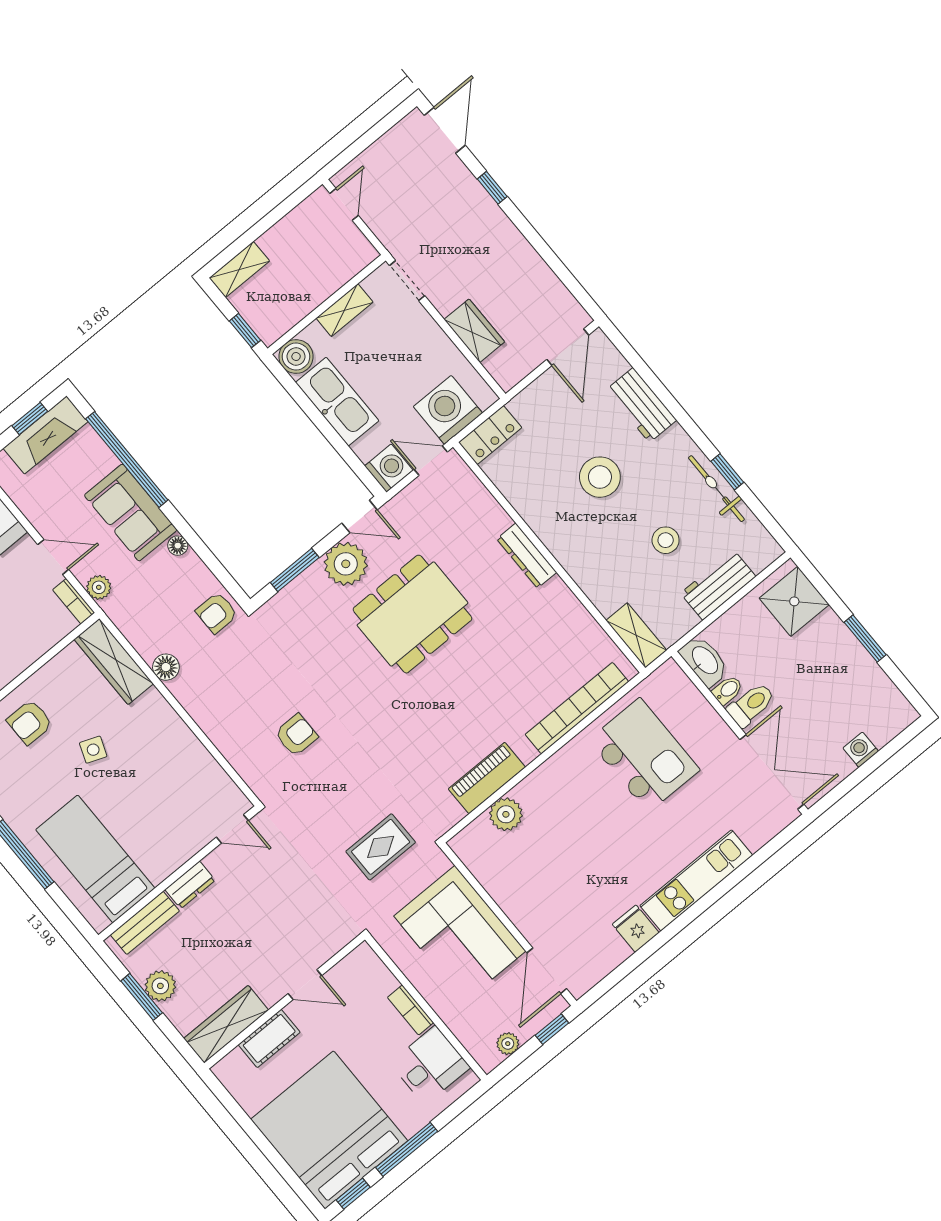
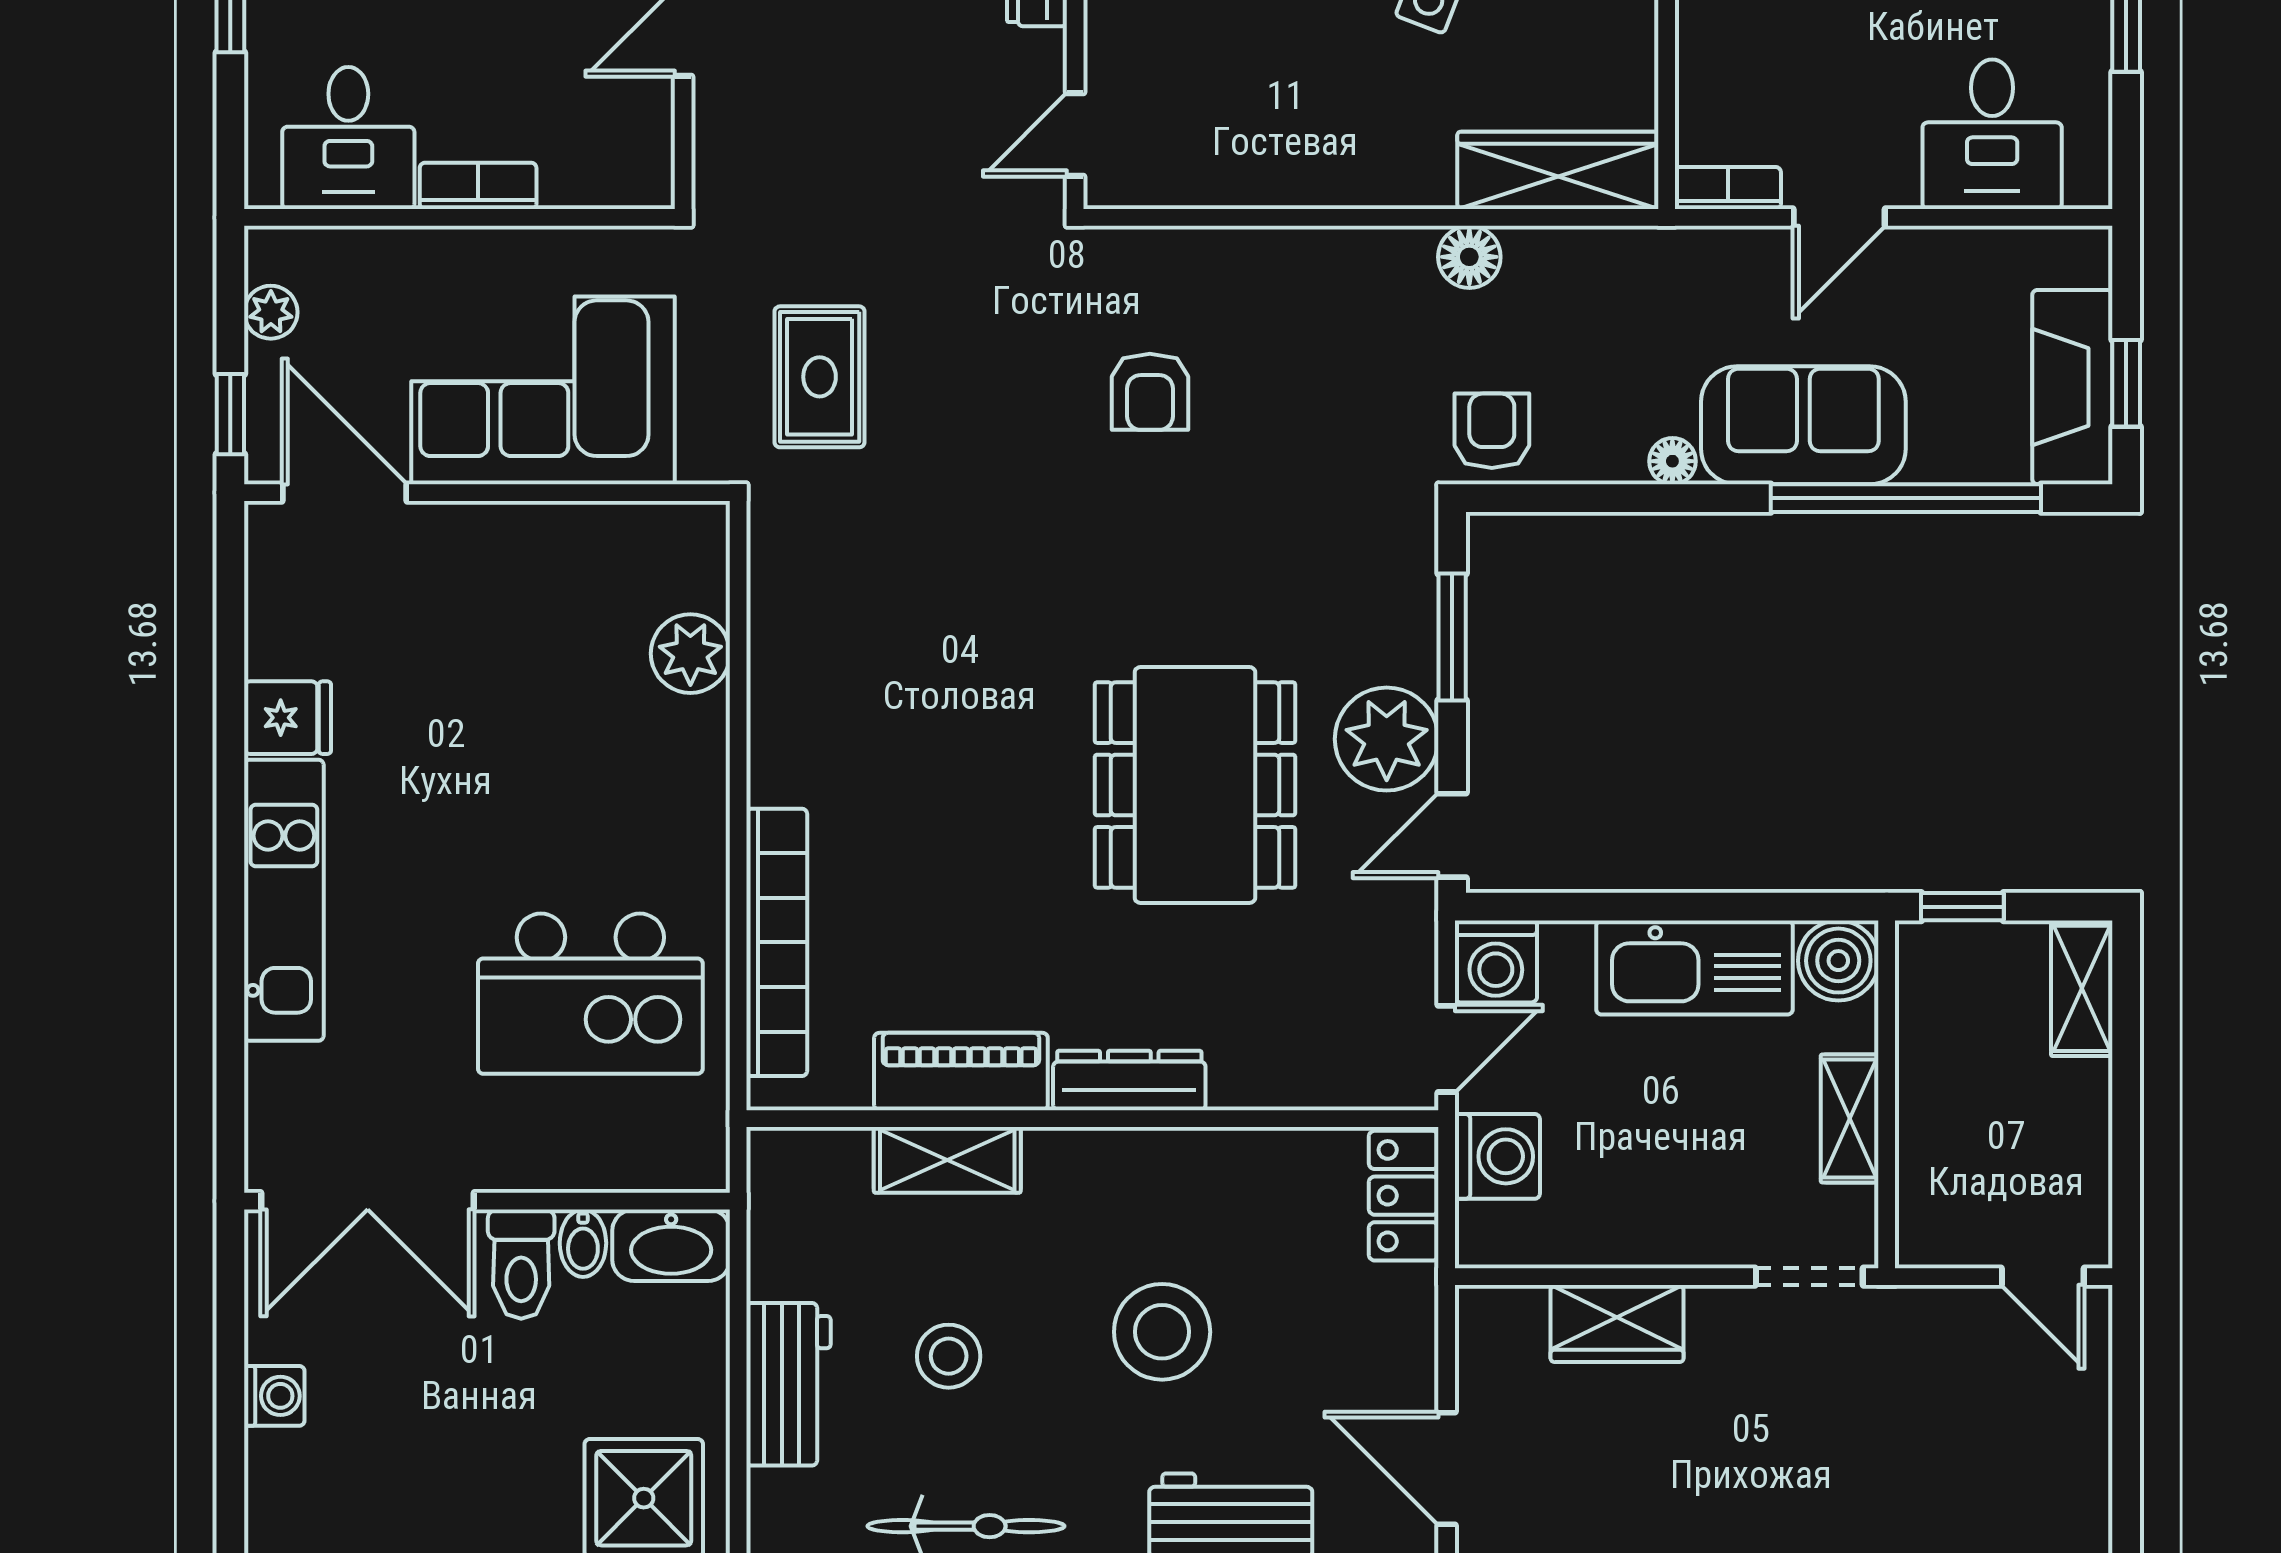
washing machine: (448, 410) -> (1497, 1156), width x0.73, depth x0.73
plant: (99, 587) -> (1715, 255), removed
shelving: (636, 635) -> (947, 1160), moved
piano: (487, 778) -> (961, 1071), moved, turned -90

